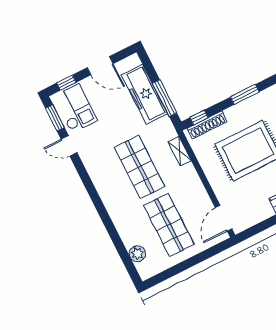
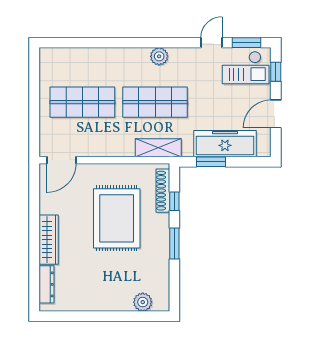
window: (165, 98) -> (211, 162), width x0.69
window: (199, 117) -> (174, 201), moved
shelving: (180, 151) -> (158, 148), width x1.50, depth x1.33
door: (224, 218) -> (61, 160), swing flipped
plant: (137, 254) -> (159, 56), moved

